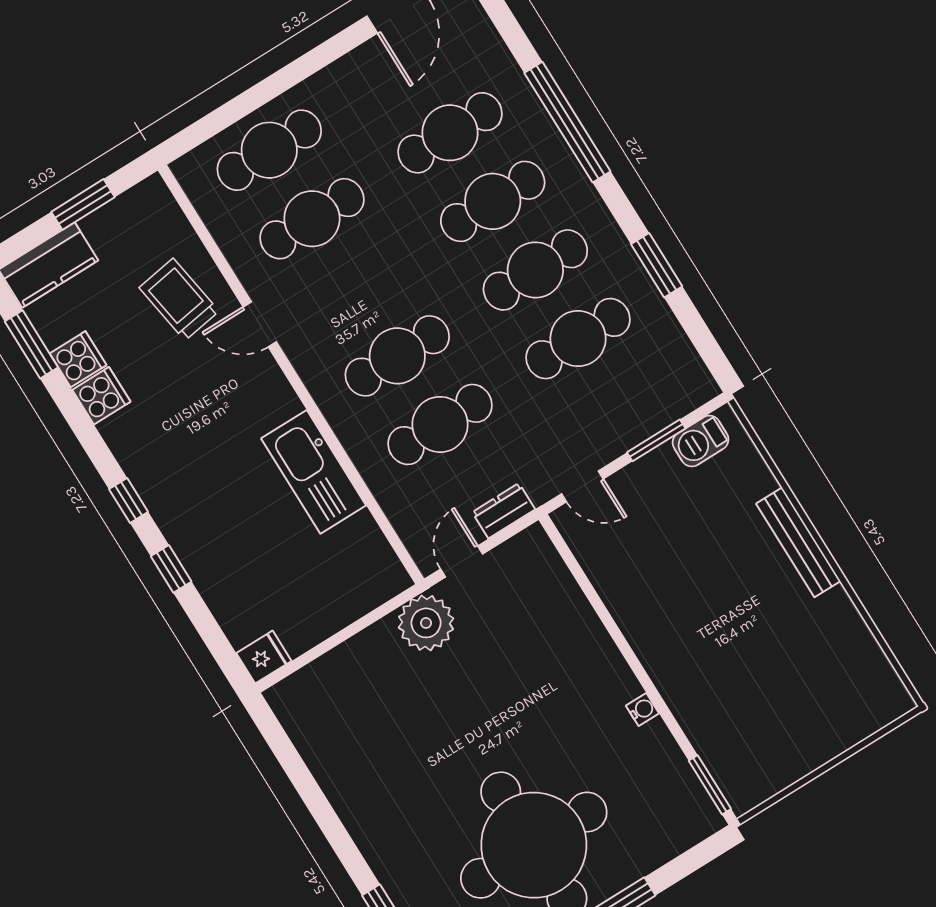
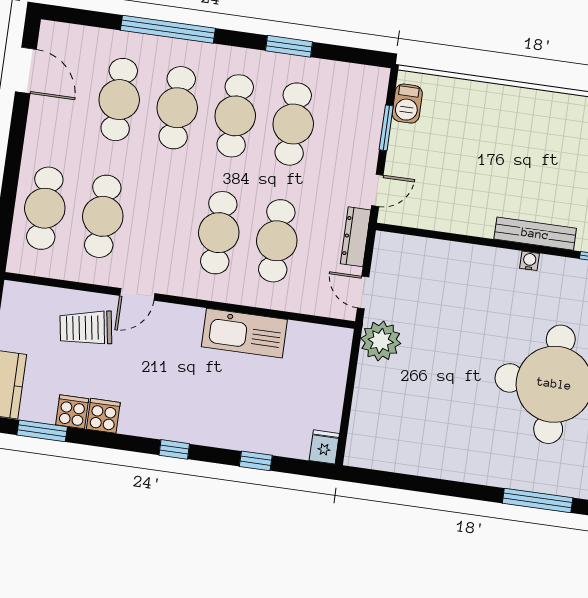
dresser: (504, 511) -> (356, 237), width x1.44
bench: (798, 542) -> (535, 234), moved
window: (171, 569) -> (256, 461), moved

